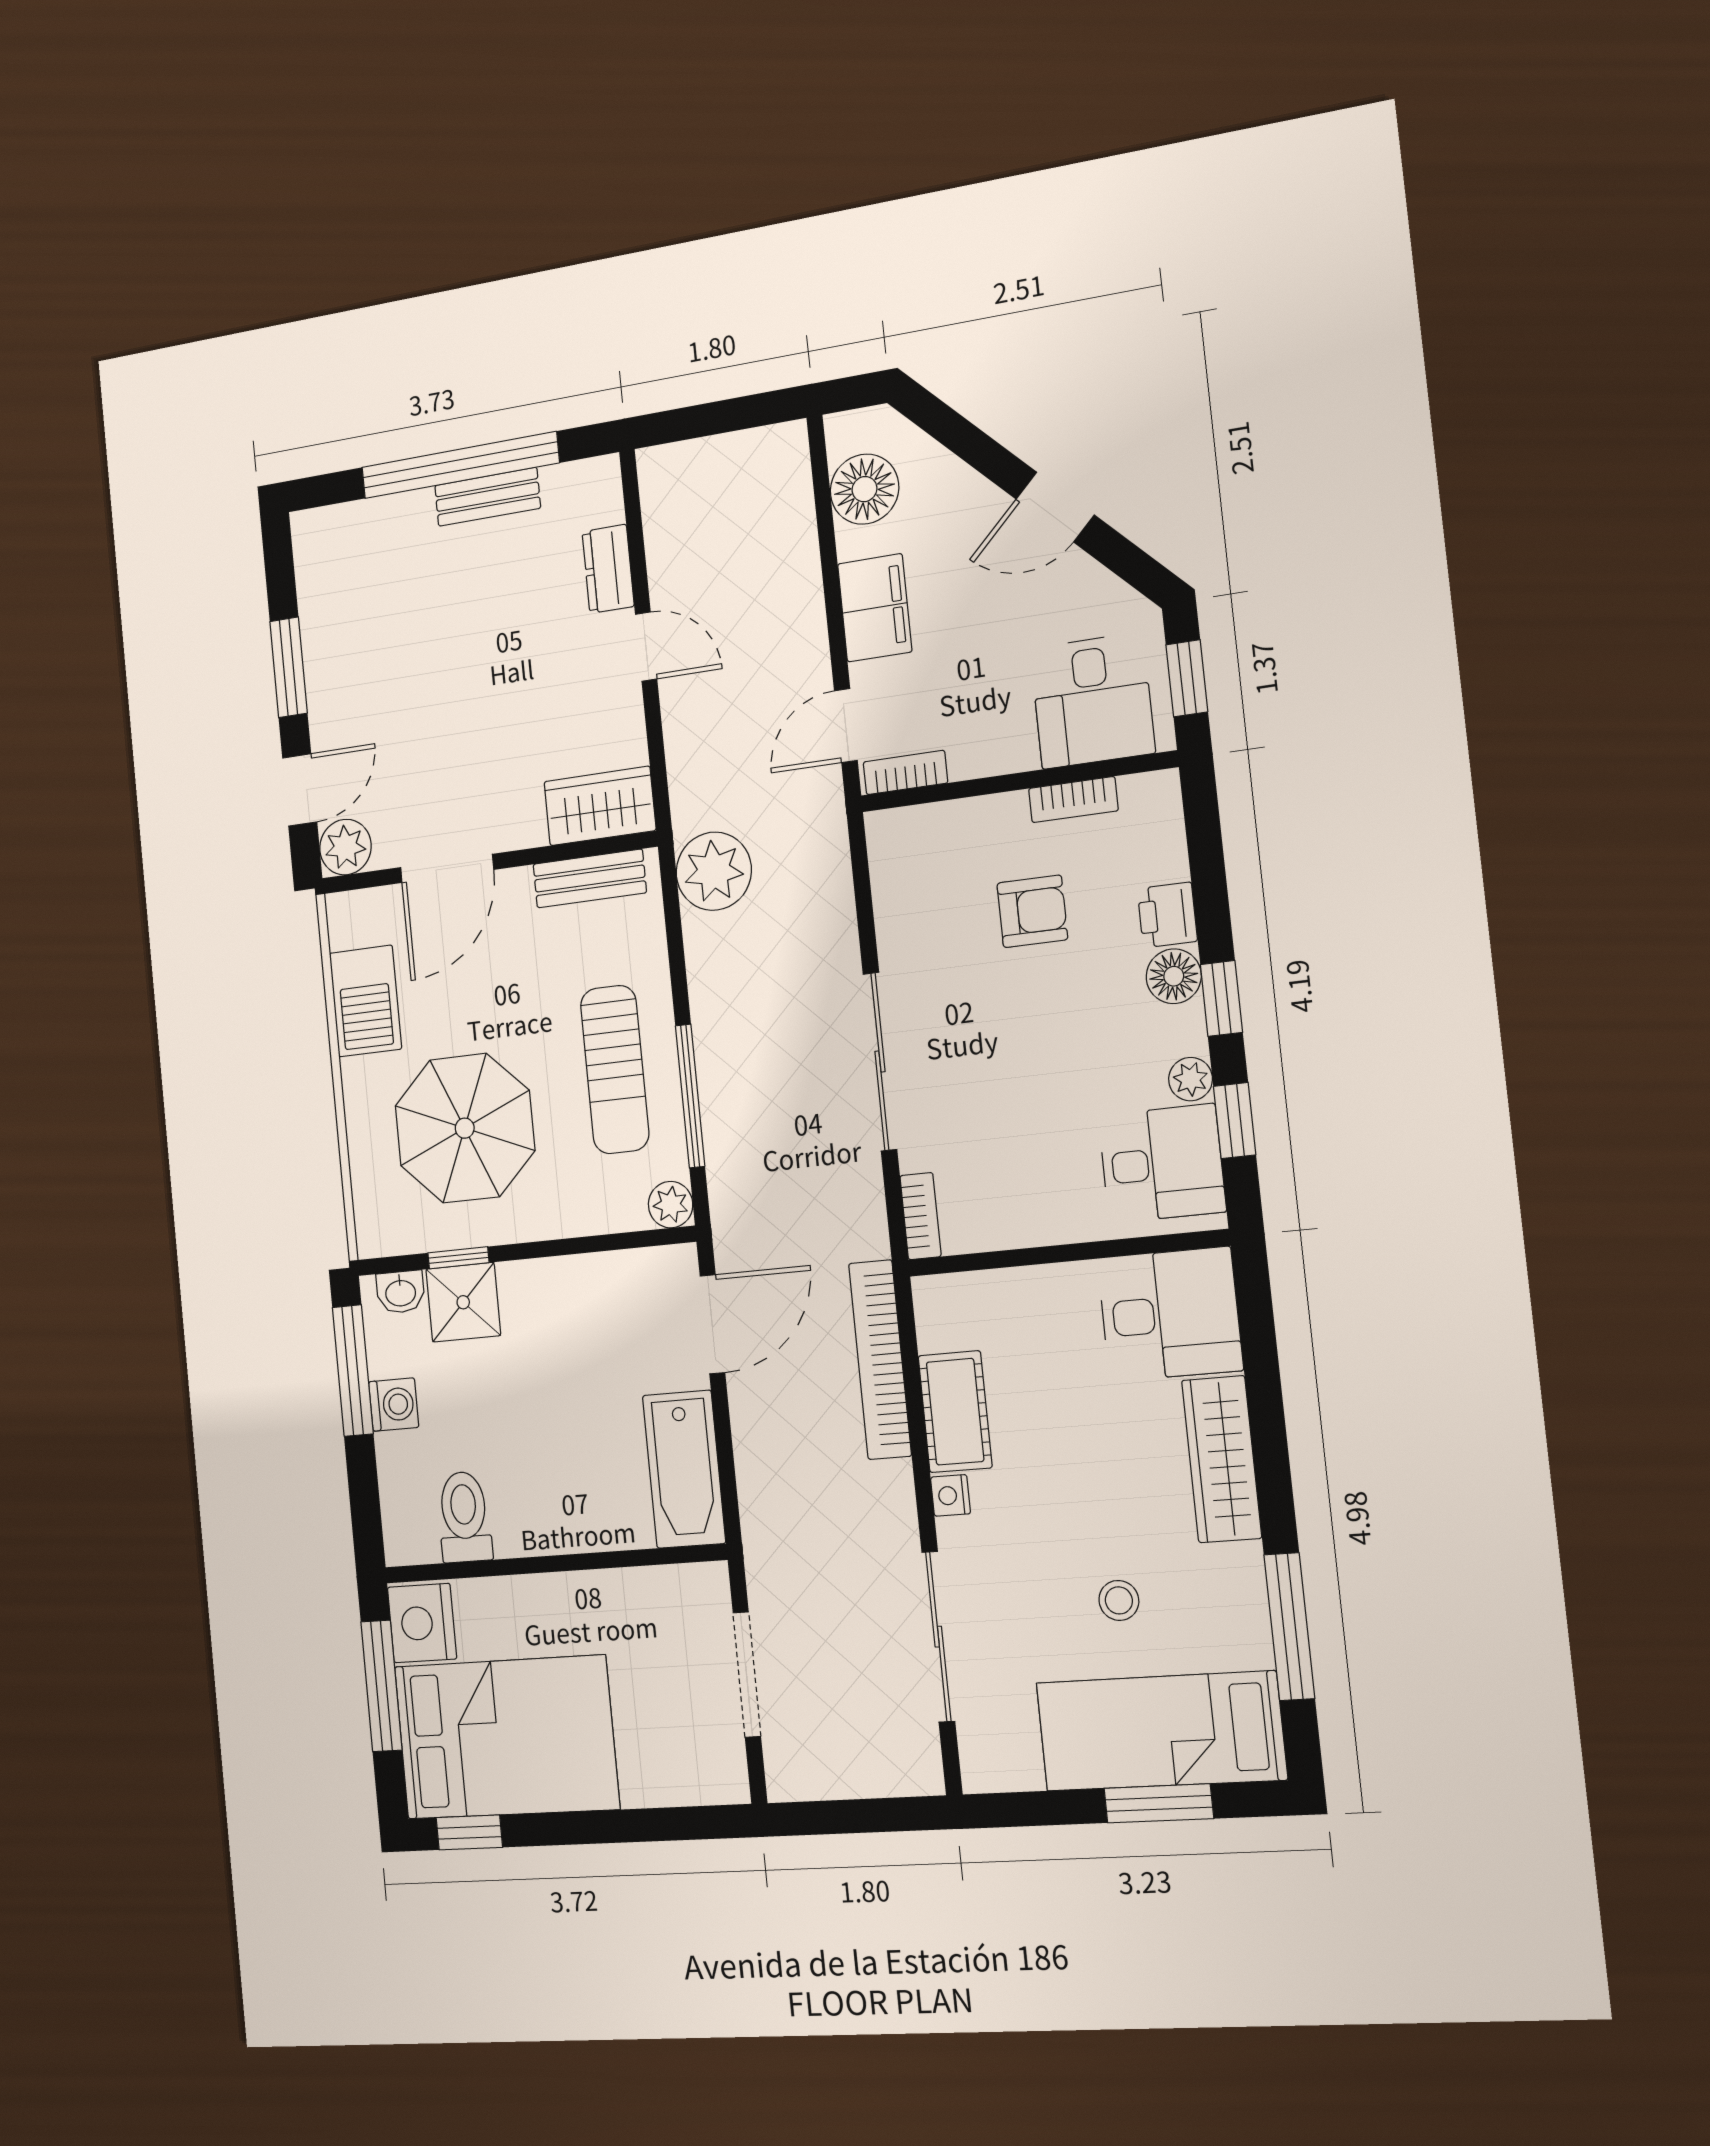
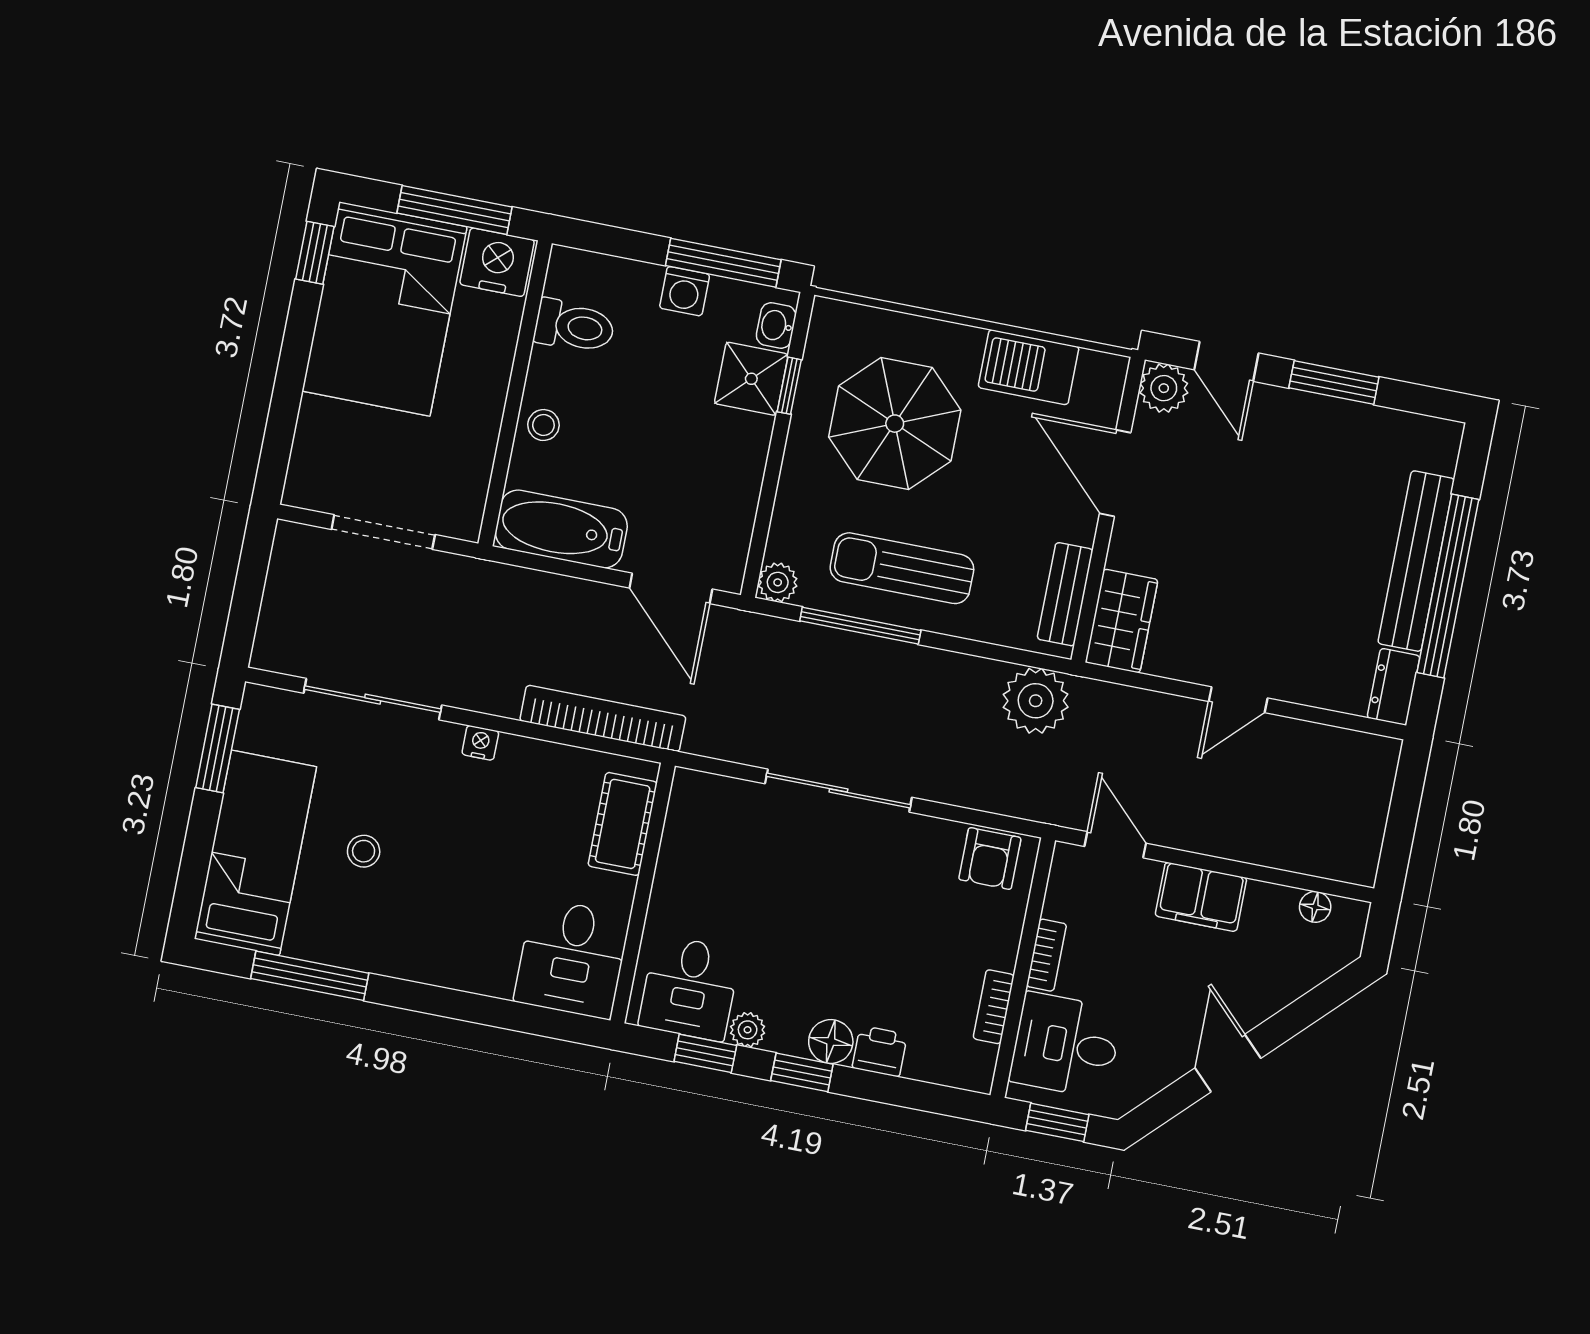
floor lamp: (864, 489) -> (1315, 907), width x0.53, depth x0.53
bench: (488, 497) -> (1416, 561), width x1.86, depth x1.21
dresser: (608, 569) -> (1394, 687), moved, turned -90
bookcase: (905, 772) -> (1046, 955), moved
armchair: (1032, 911) -> (990, 859), moved
bookcase: (920, 1216) -> (706, 786), removed
cot: (955, 1412) -> (623, 824), moved, turned 90
wardrobe: (1222, 1459) -> (450, 964), removed
stool: (578, 1522) -> (543, 425), added
window: (1159, 1803) -> (218, 749), moved

